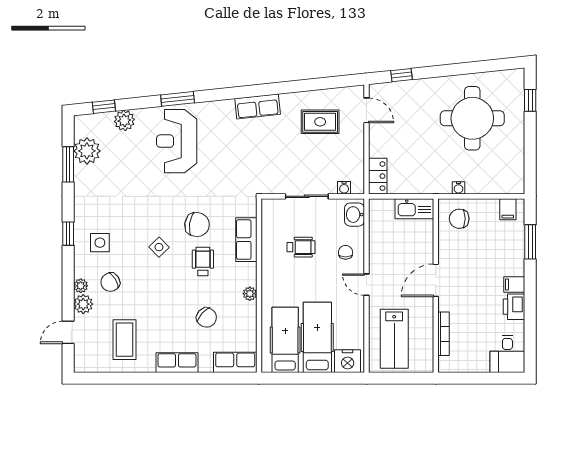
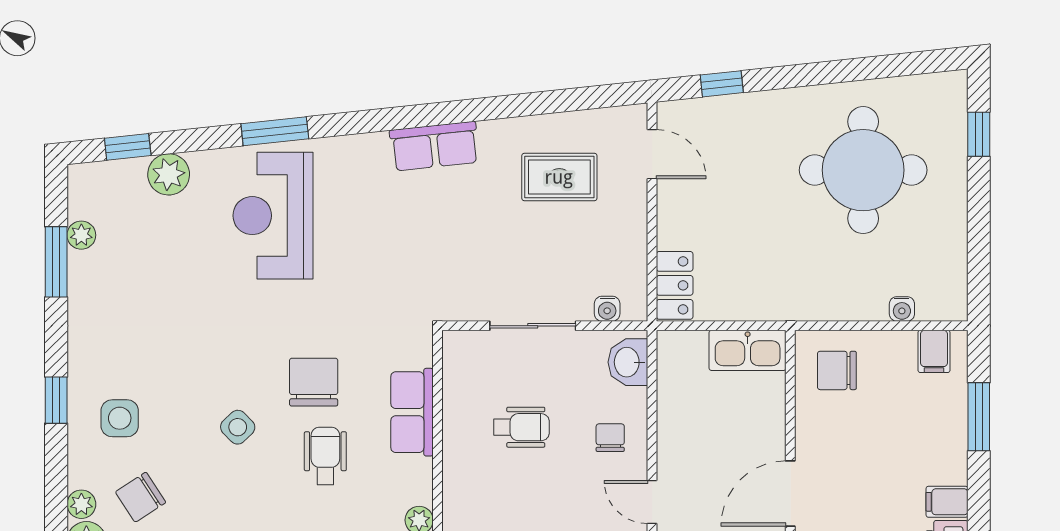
plant: (87, 151) -> (81, 235), width x0.53, depth x0.53
water cooler: (458, 188) -> (902, 309), moved
chair: (197, 225) -> (314, 382), turned -99

